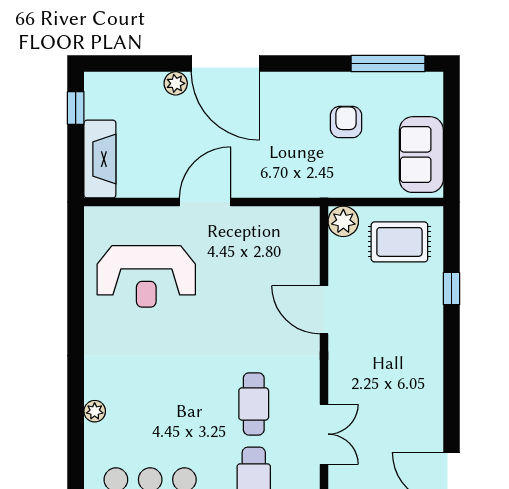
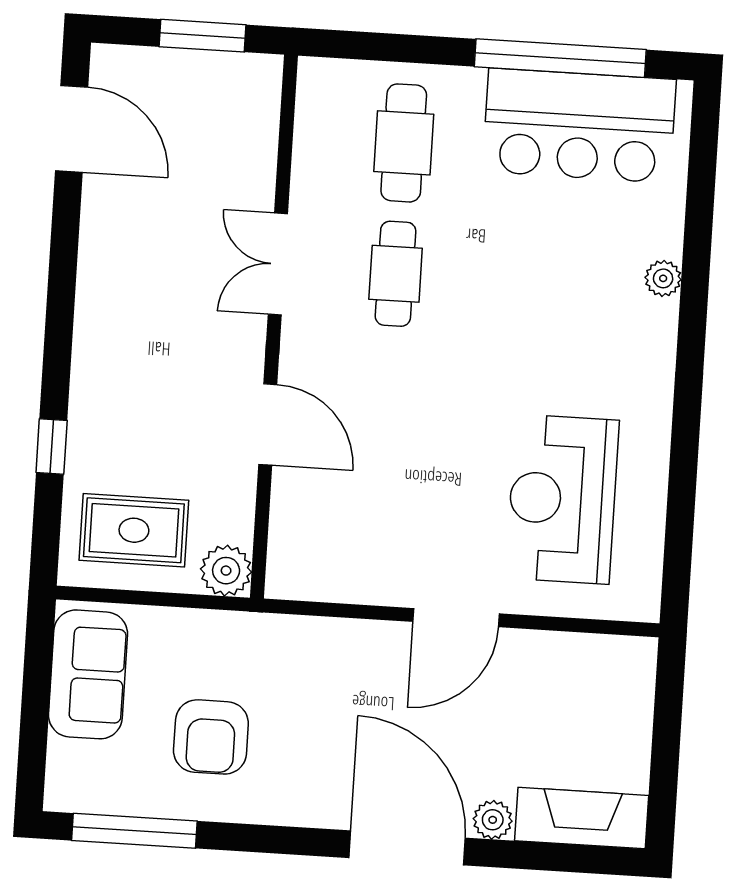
window: (76, 108) -> (663, 789), removed
armchair: (346, 122) -> (211, 737), width x1.38, depth x1.38
fireplace: (100, 159) -> (582, 818), moved, turned 90
reception desk: (146, 276) -> (562, 499), turned -90
double door: (324, 434) -> (278, 264), moved

